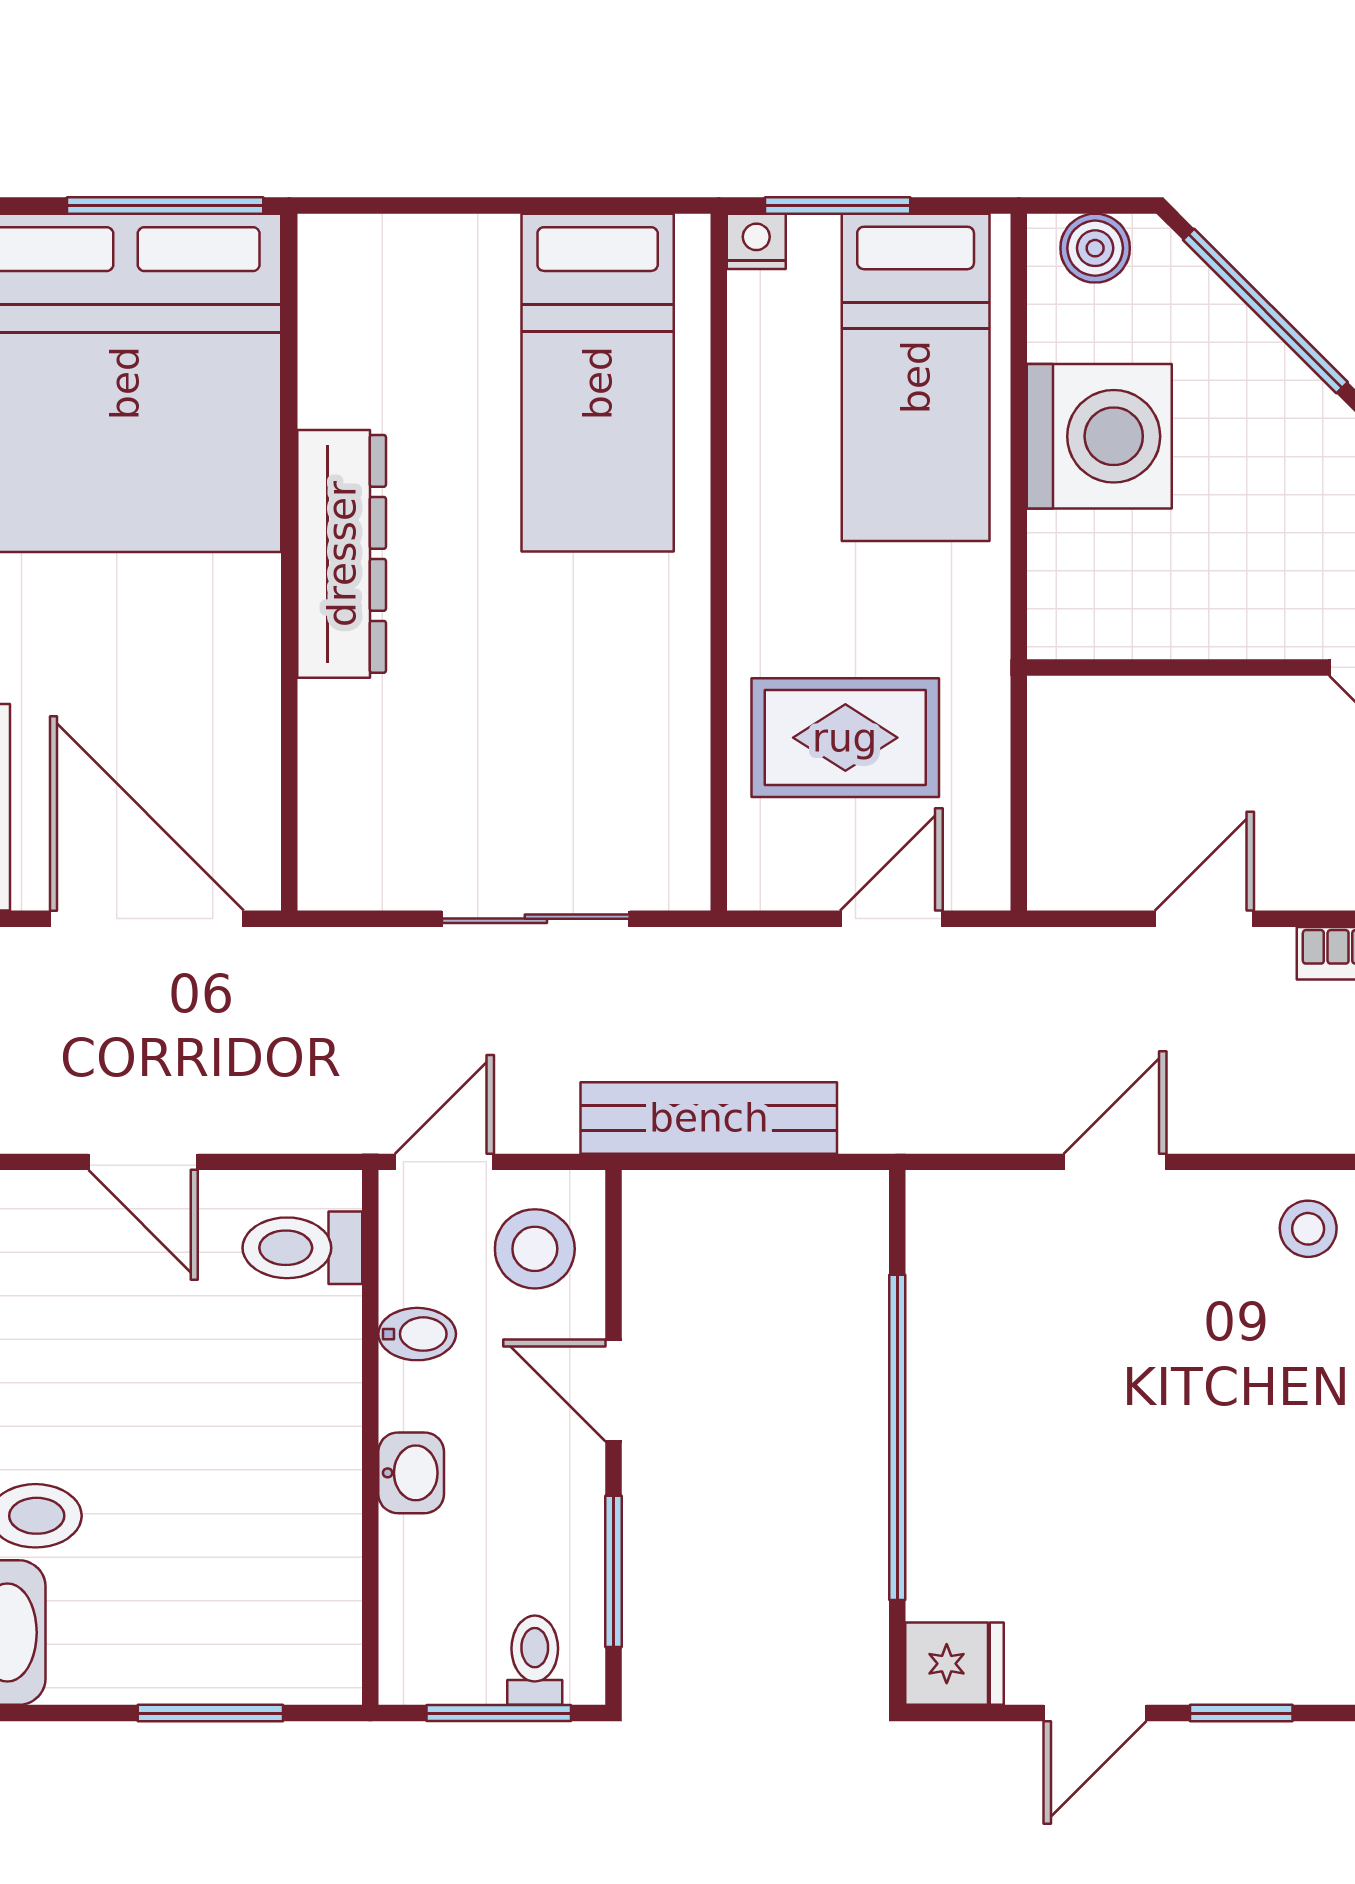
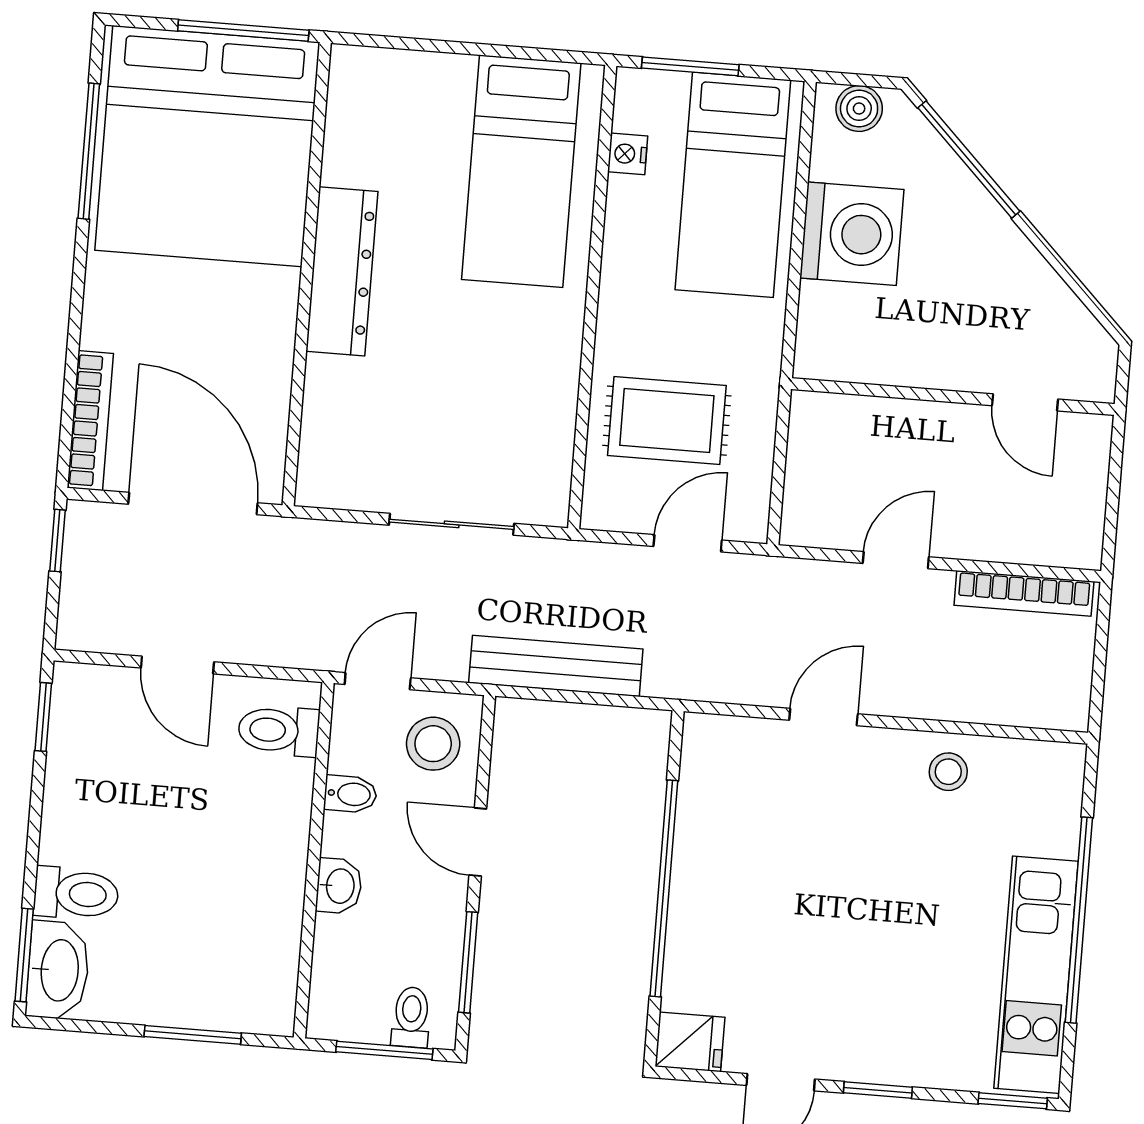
nightstand: (756, 241) -> (628, 154), moved, turned -90

